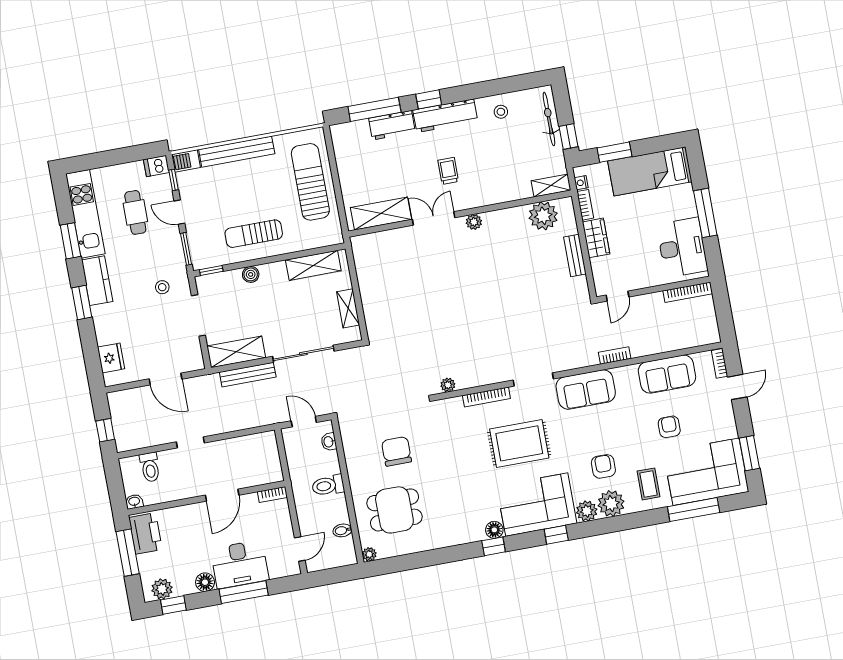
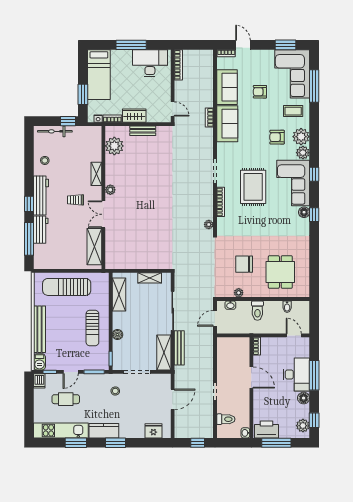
shelving: (551, 185) -> (96, 174), moved
sofa: (586, 390) -> (227, 124), moved
plant: (369, 554) -> (239, 293), moved

